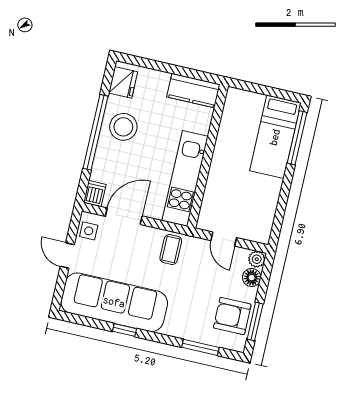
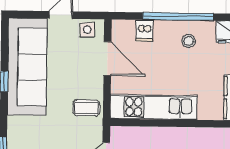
stool: (123, 127) -> (189, 41), width x0.53, depth x0.53
dishwasher: (95, 194) -> (144, 31), moved, turned 90

